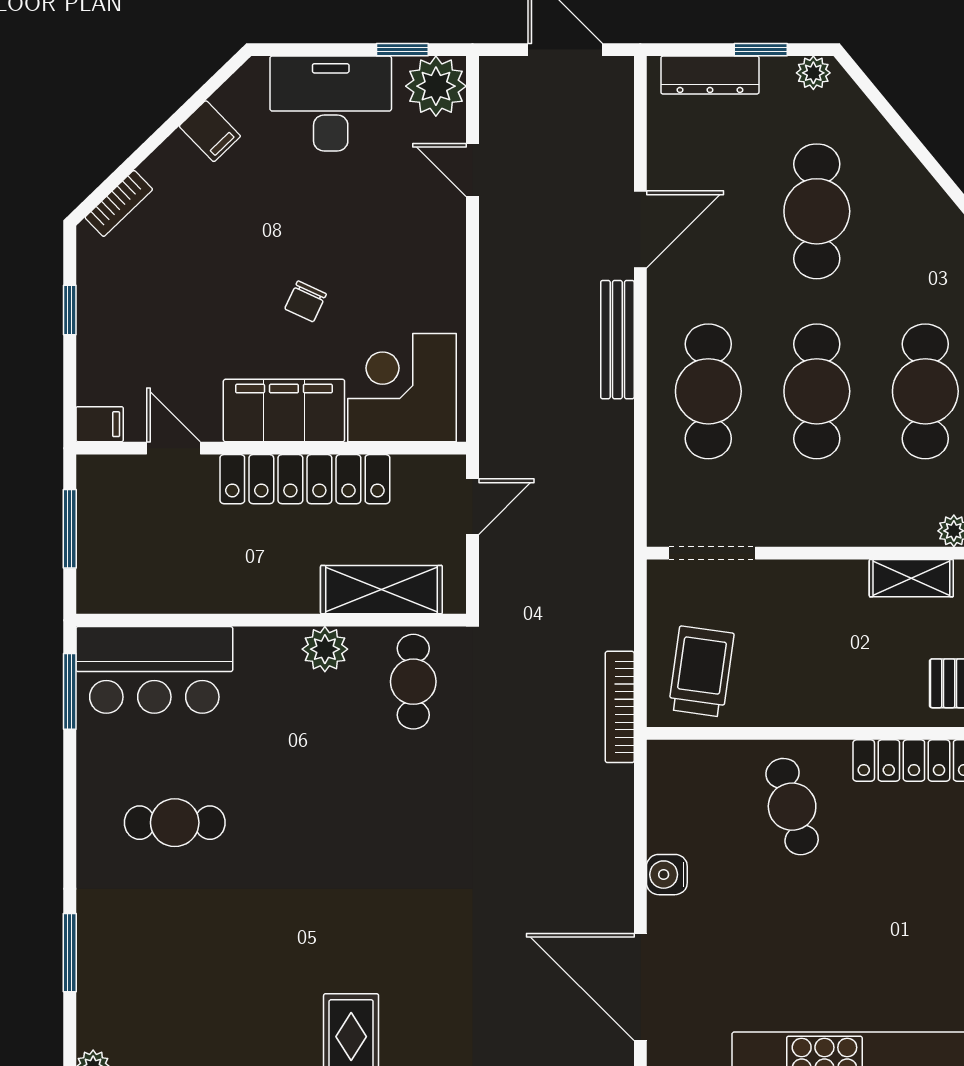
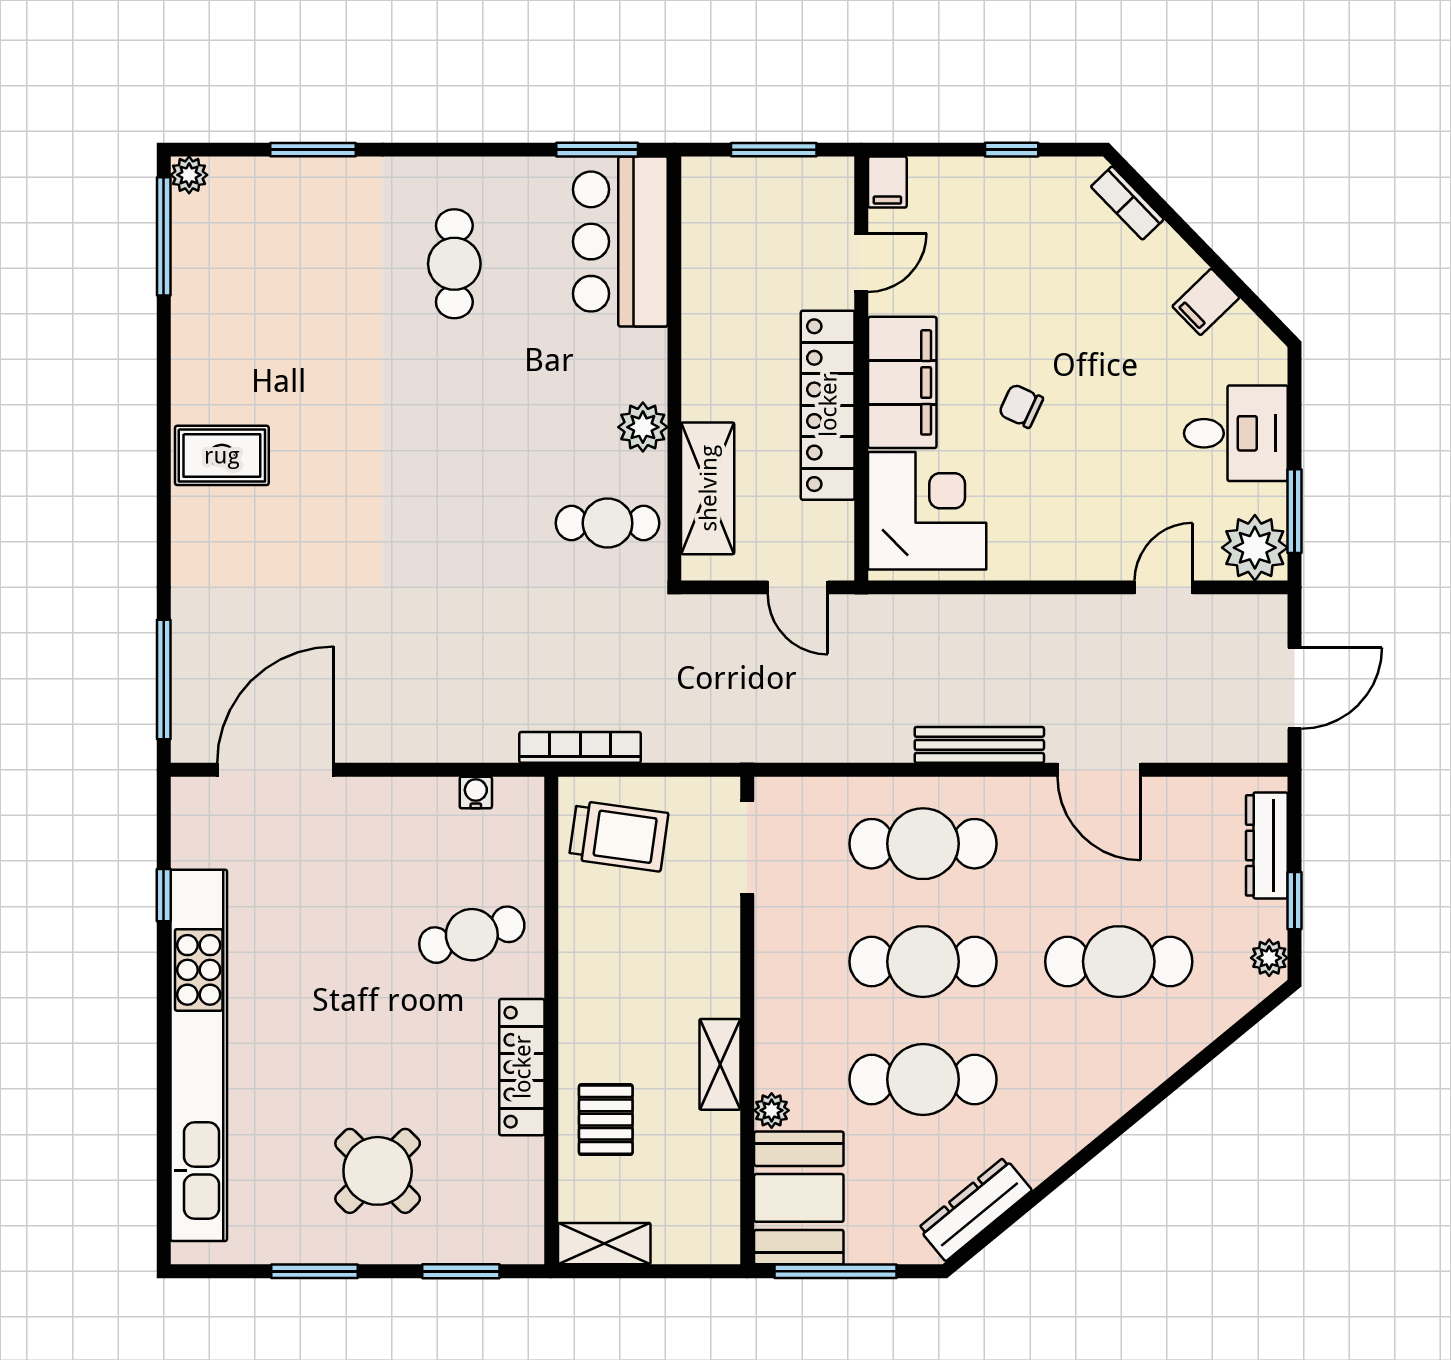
window: (402, 50) -> (1294, 511), width x1.50
desk: (331, 103) -> (1236, 433), width x0.73
water cooler: (667, 875) -> (476, 793), moved, width x0.72, depth x0.72

